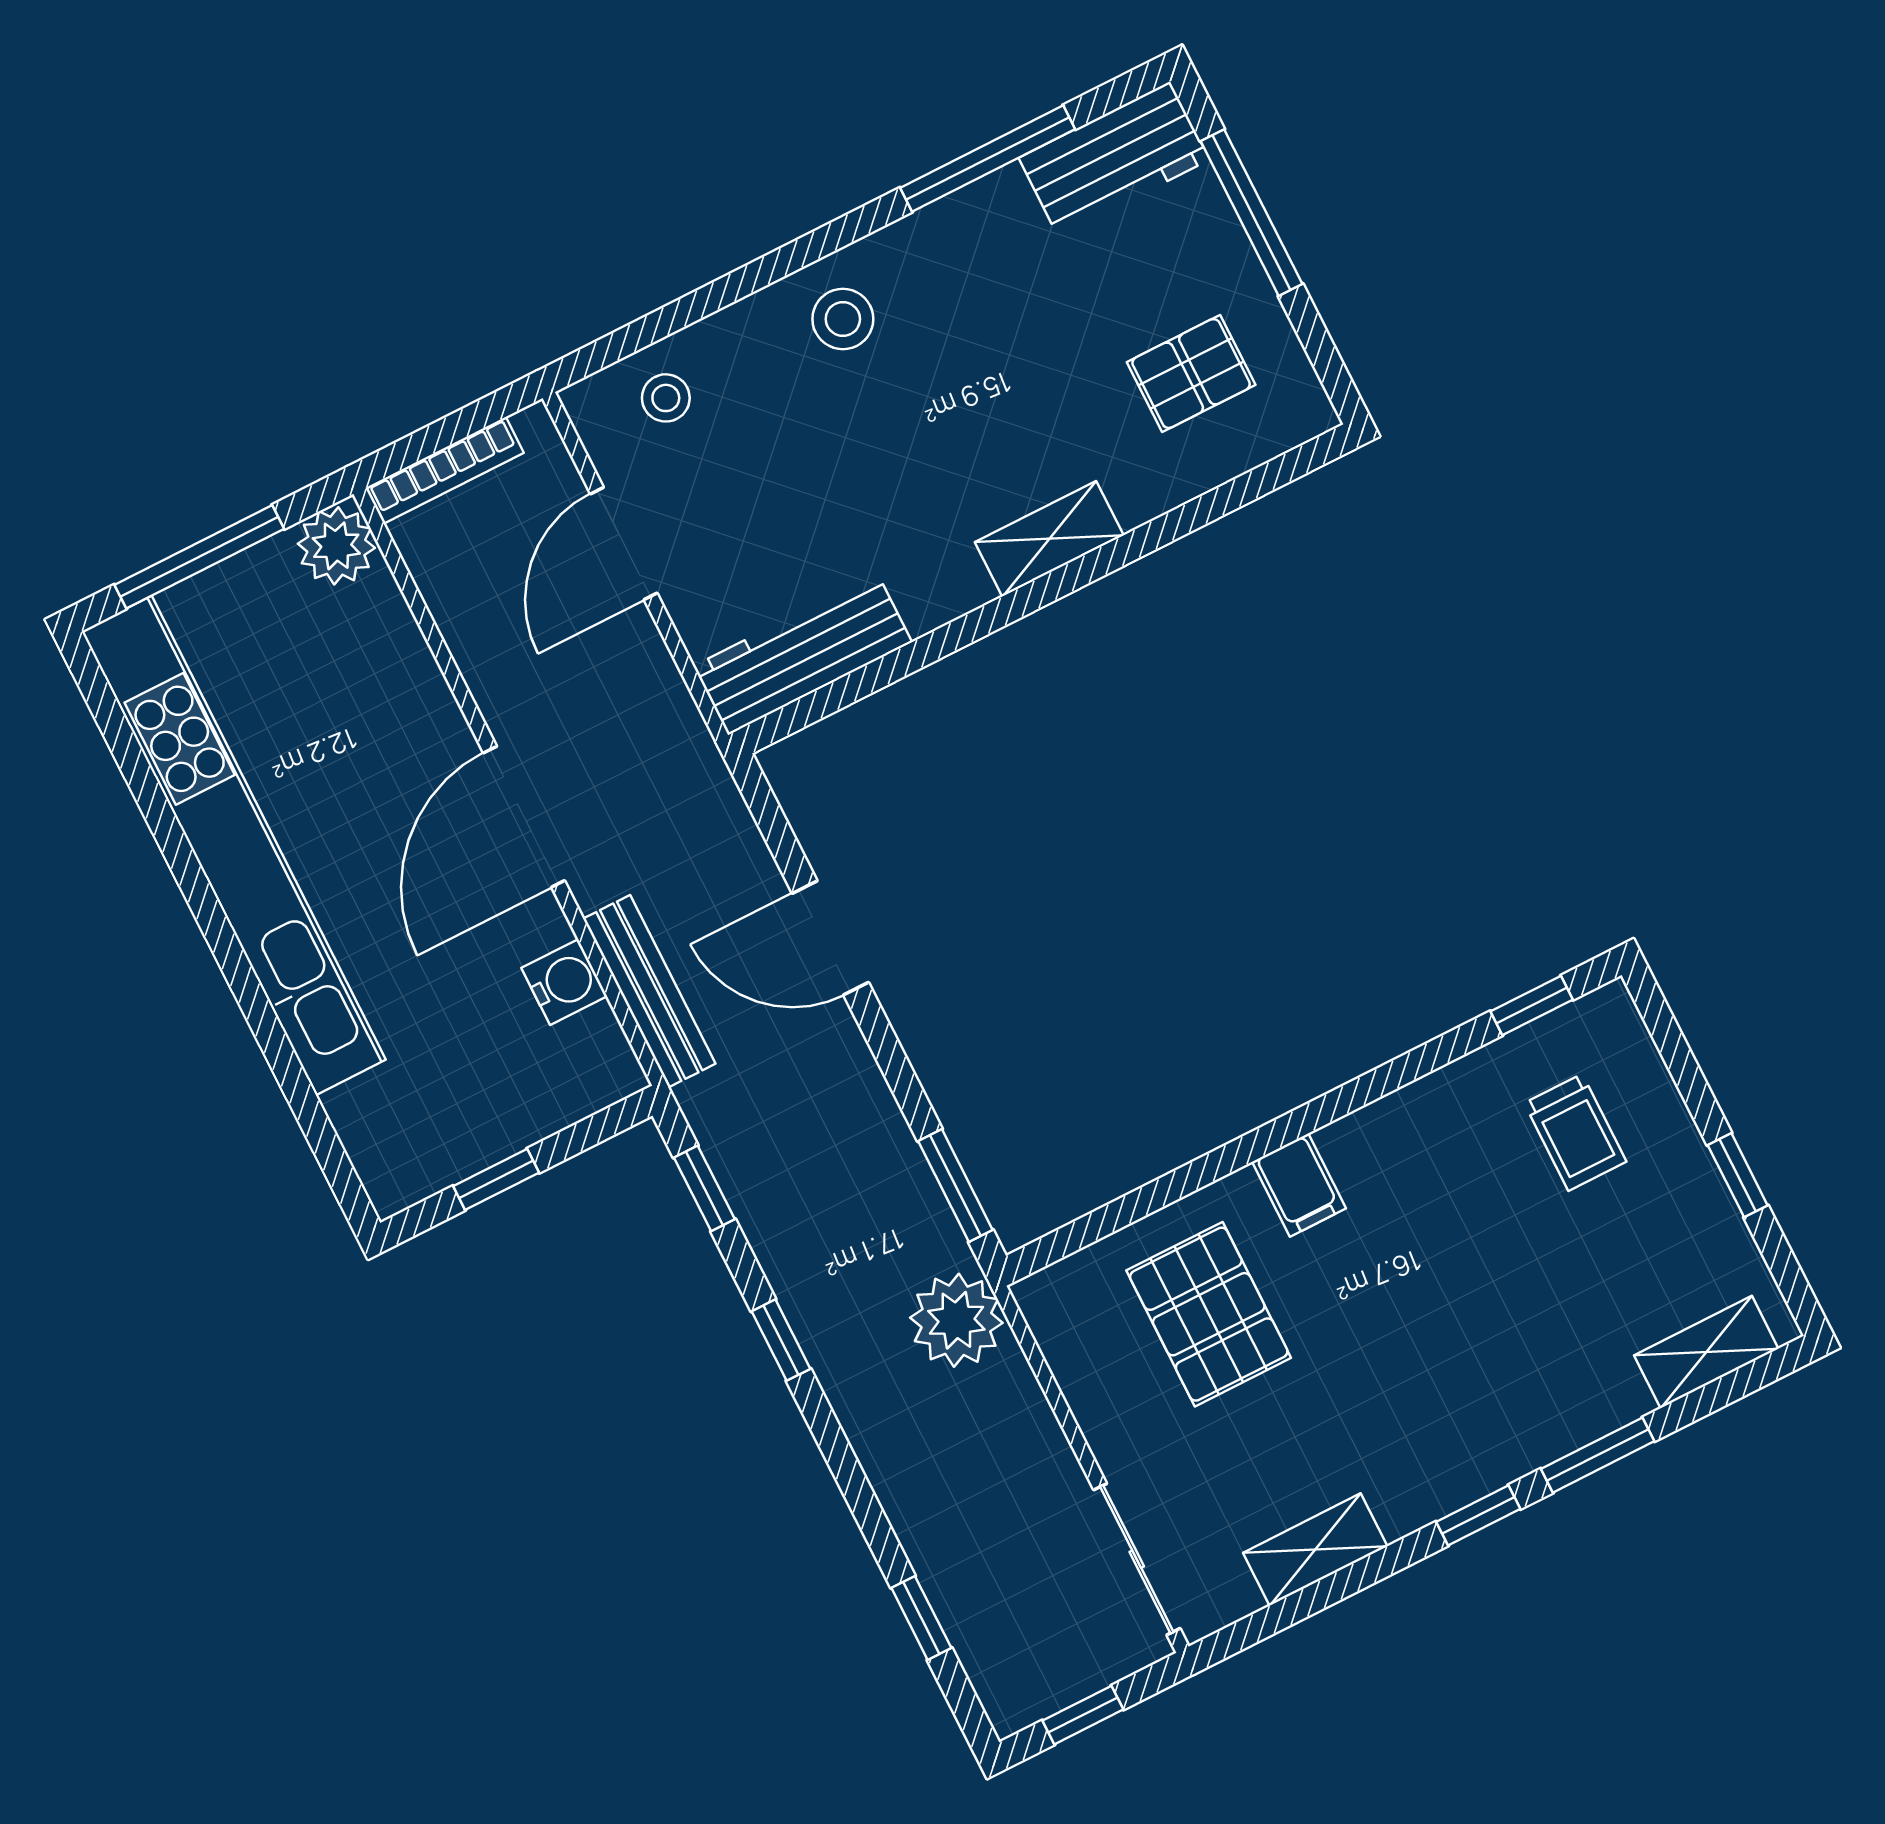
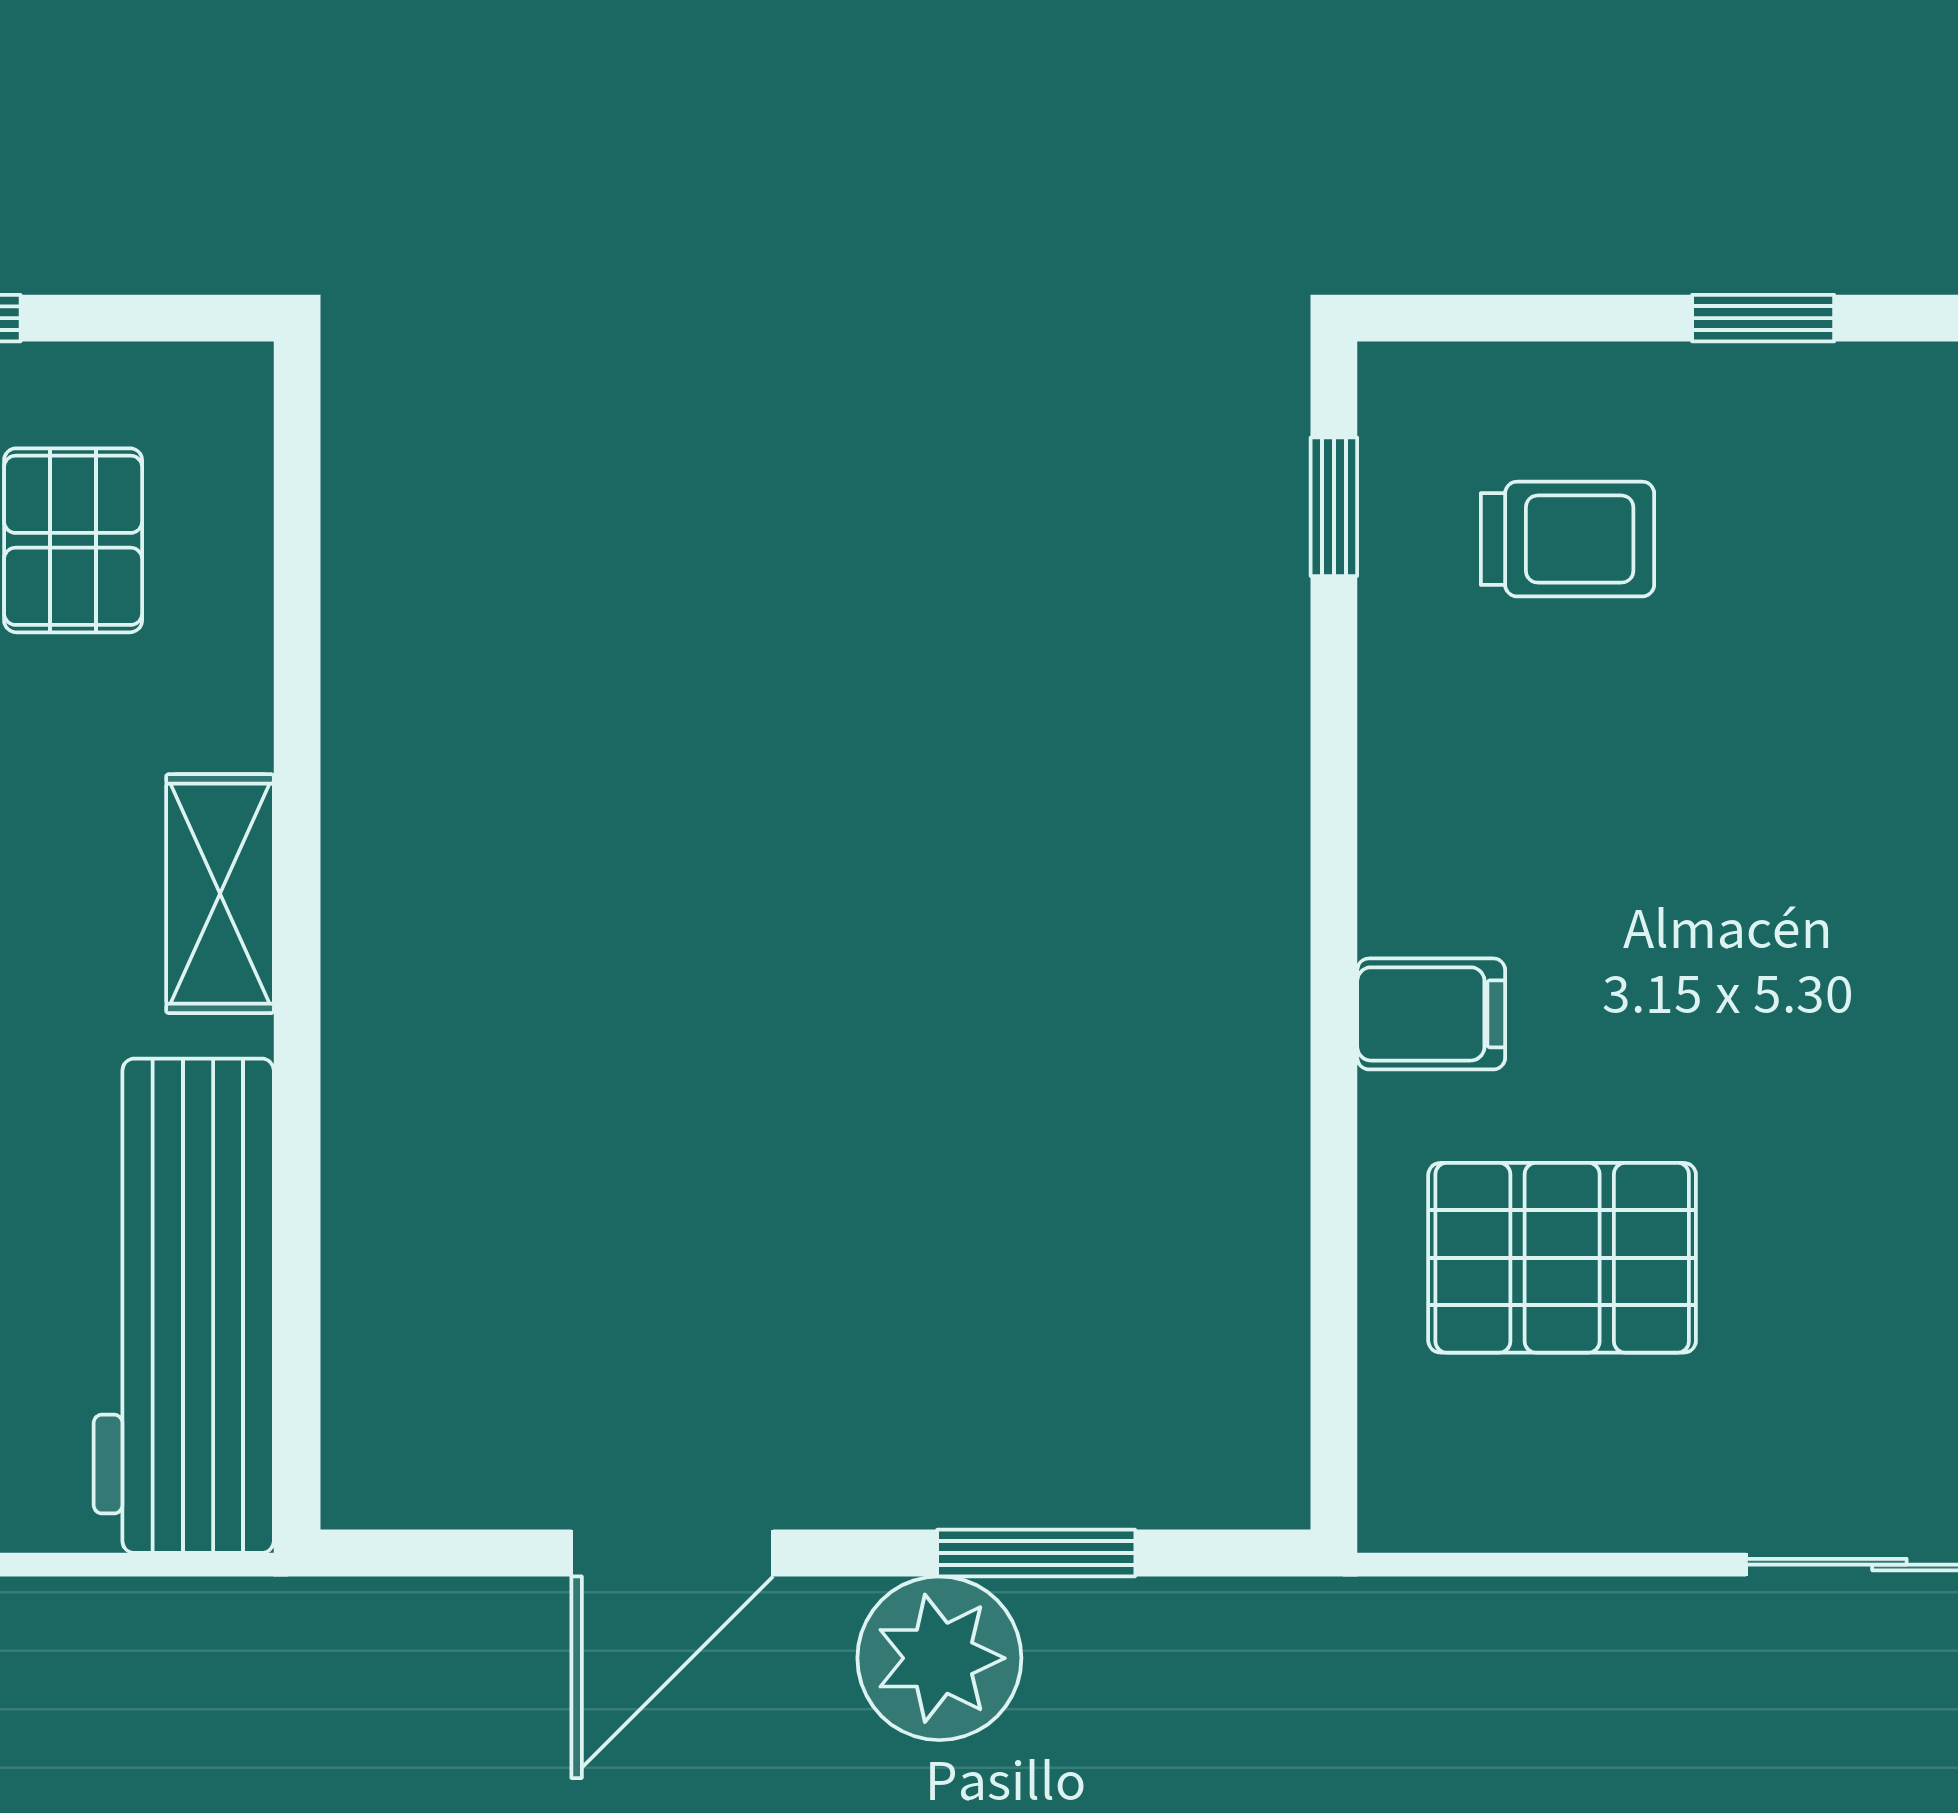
workbench: (803, 654) -> (184, 1306), width x1.36, depth x1.32
window: (955, 1185) -> (1036, 1553), moved
plant: (956, 1320) -> (939, 1658), moved

